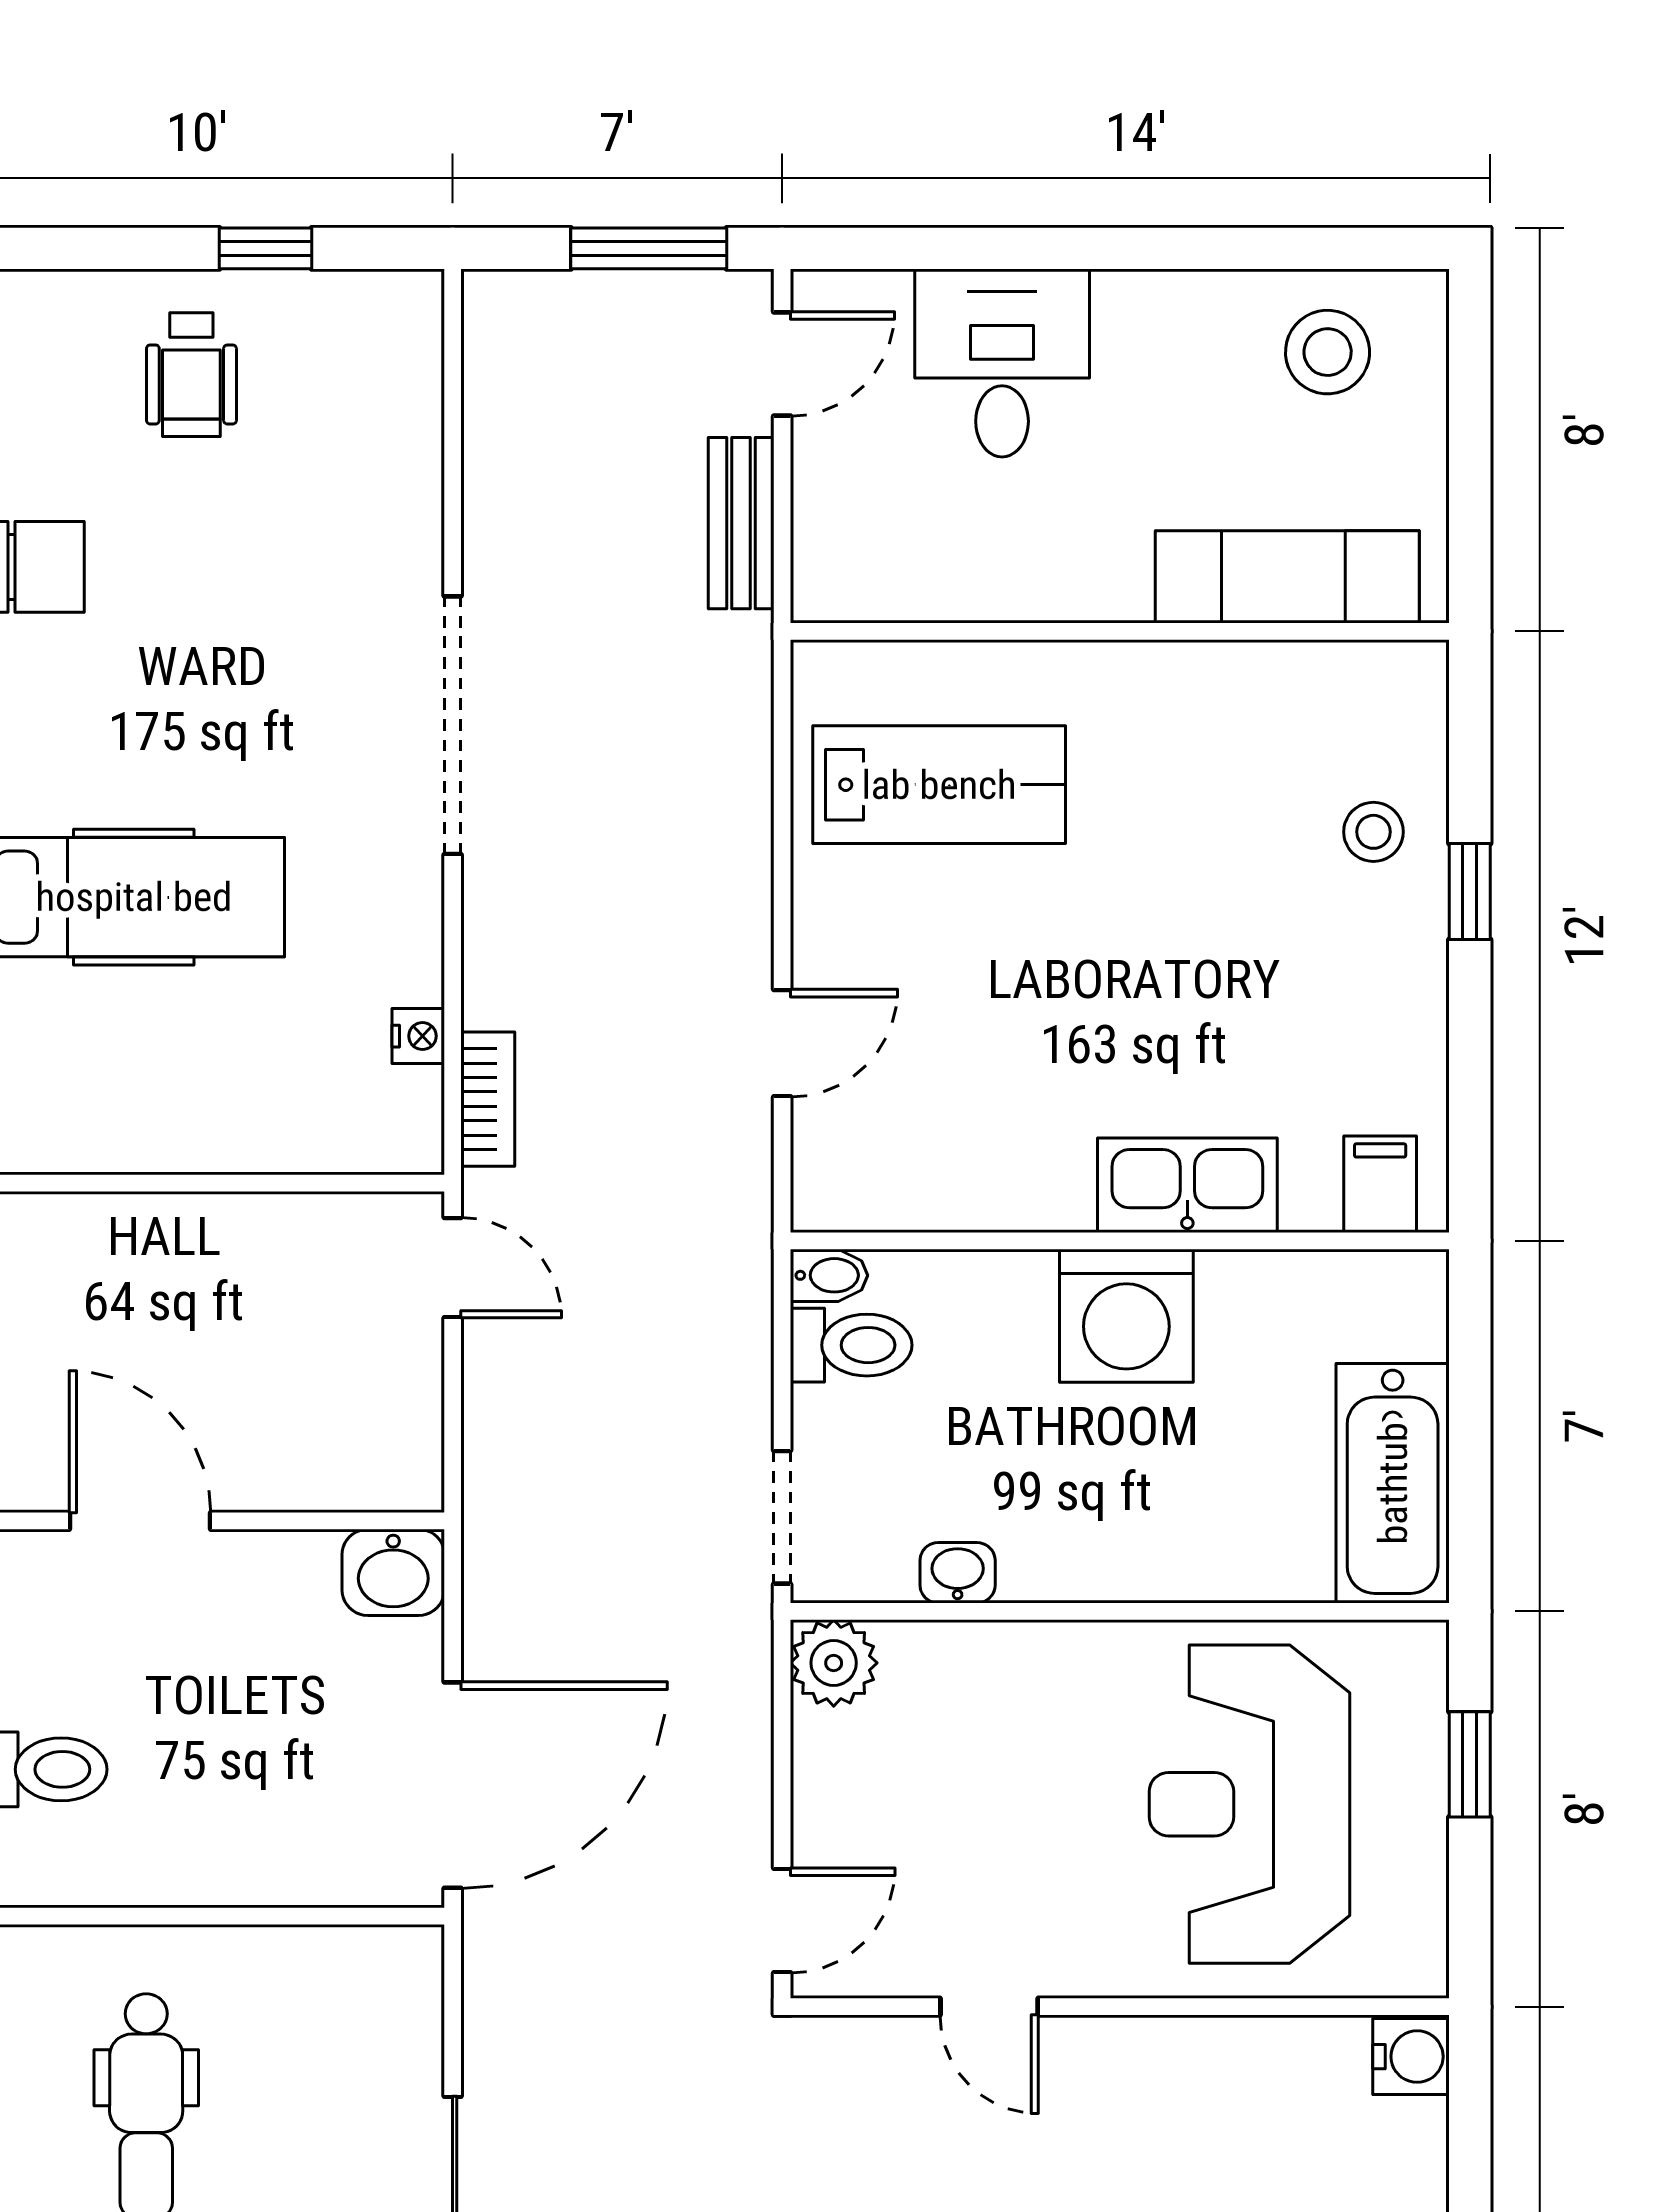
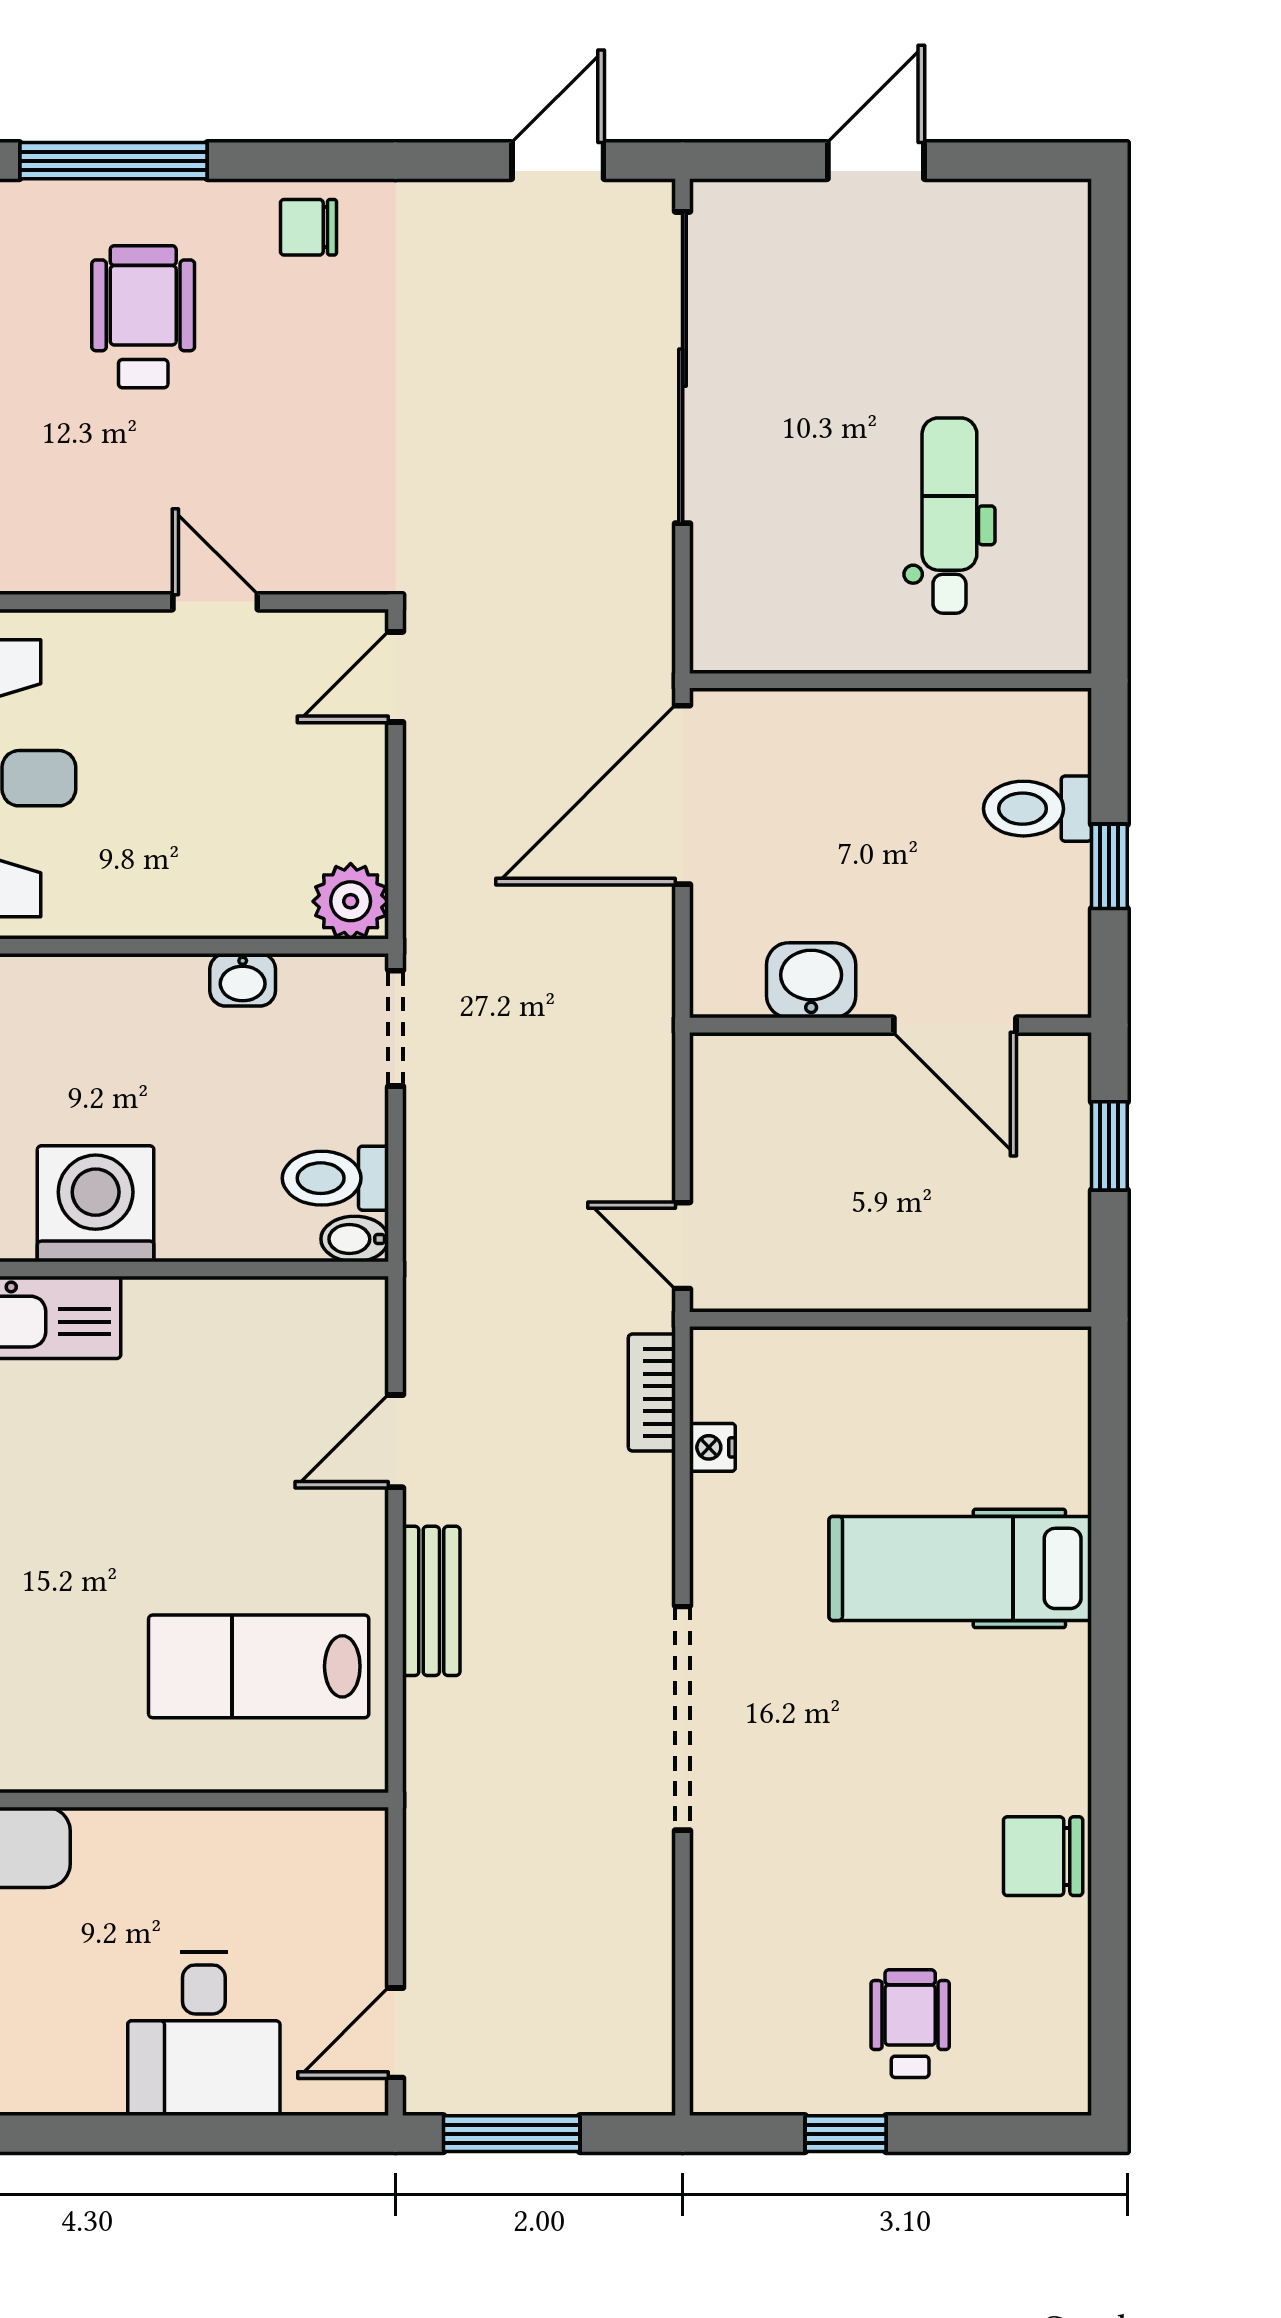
bench: (741, 523) -> (431, 1601), moved
washbasin: (393, 1572) -> (811, 980), moved

